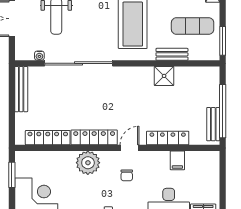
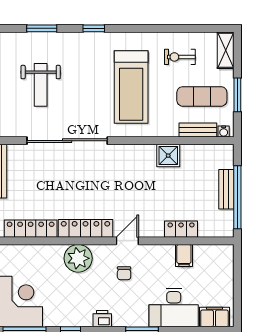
window: (223, 41) -> (237, 95), moved
bench: (172, 54) -> (198, 130), moved
water cooler: (39, 56) -> (224, 132), moved
bench: (213, 124) -> (226, 189), moved
locker: (168, 138) -> (181, 229), width x0.66

